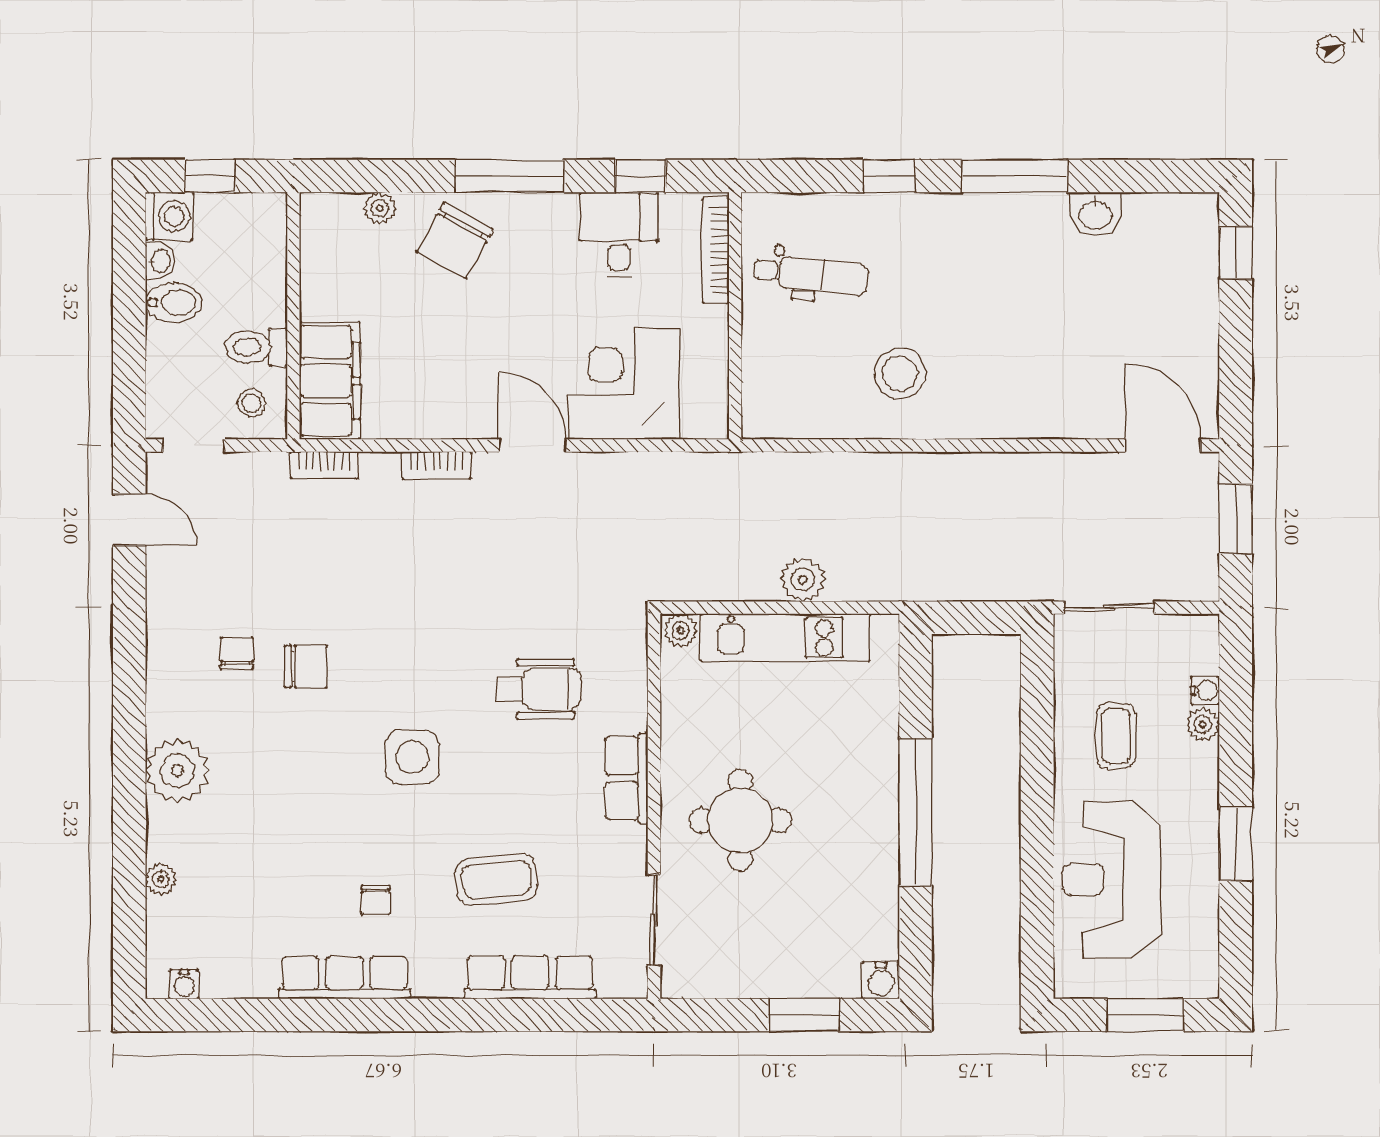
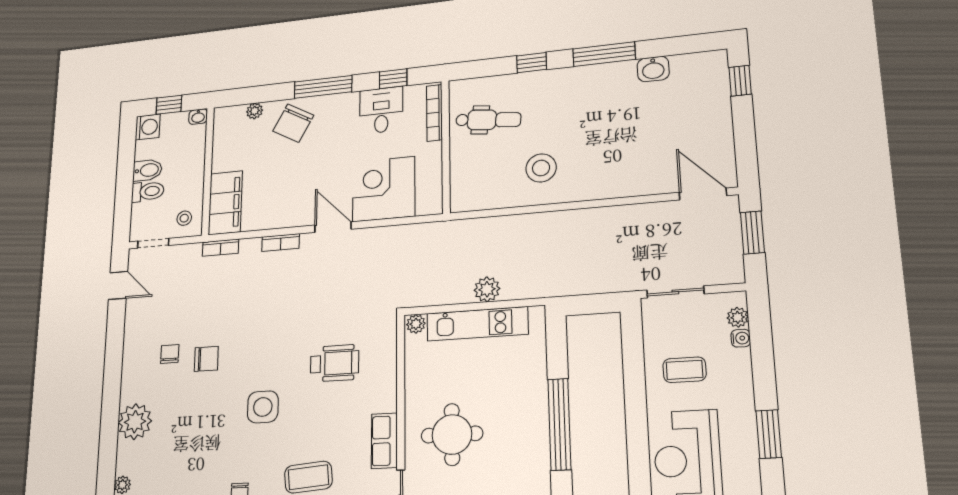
washbasin: (160, 261) -> (198, 117), moved, turned 90
toilet: (256, 347) -> (148, 191), moved, turned 180
plant: (1203, 725) -> (738, 317), moved
coffee table: (1116, 736) -> (685, 370), turned 90
row of seats: (626, 778) -> (384, 441), moved

